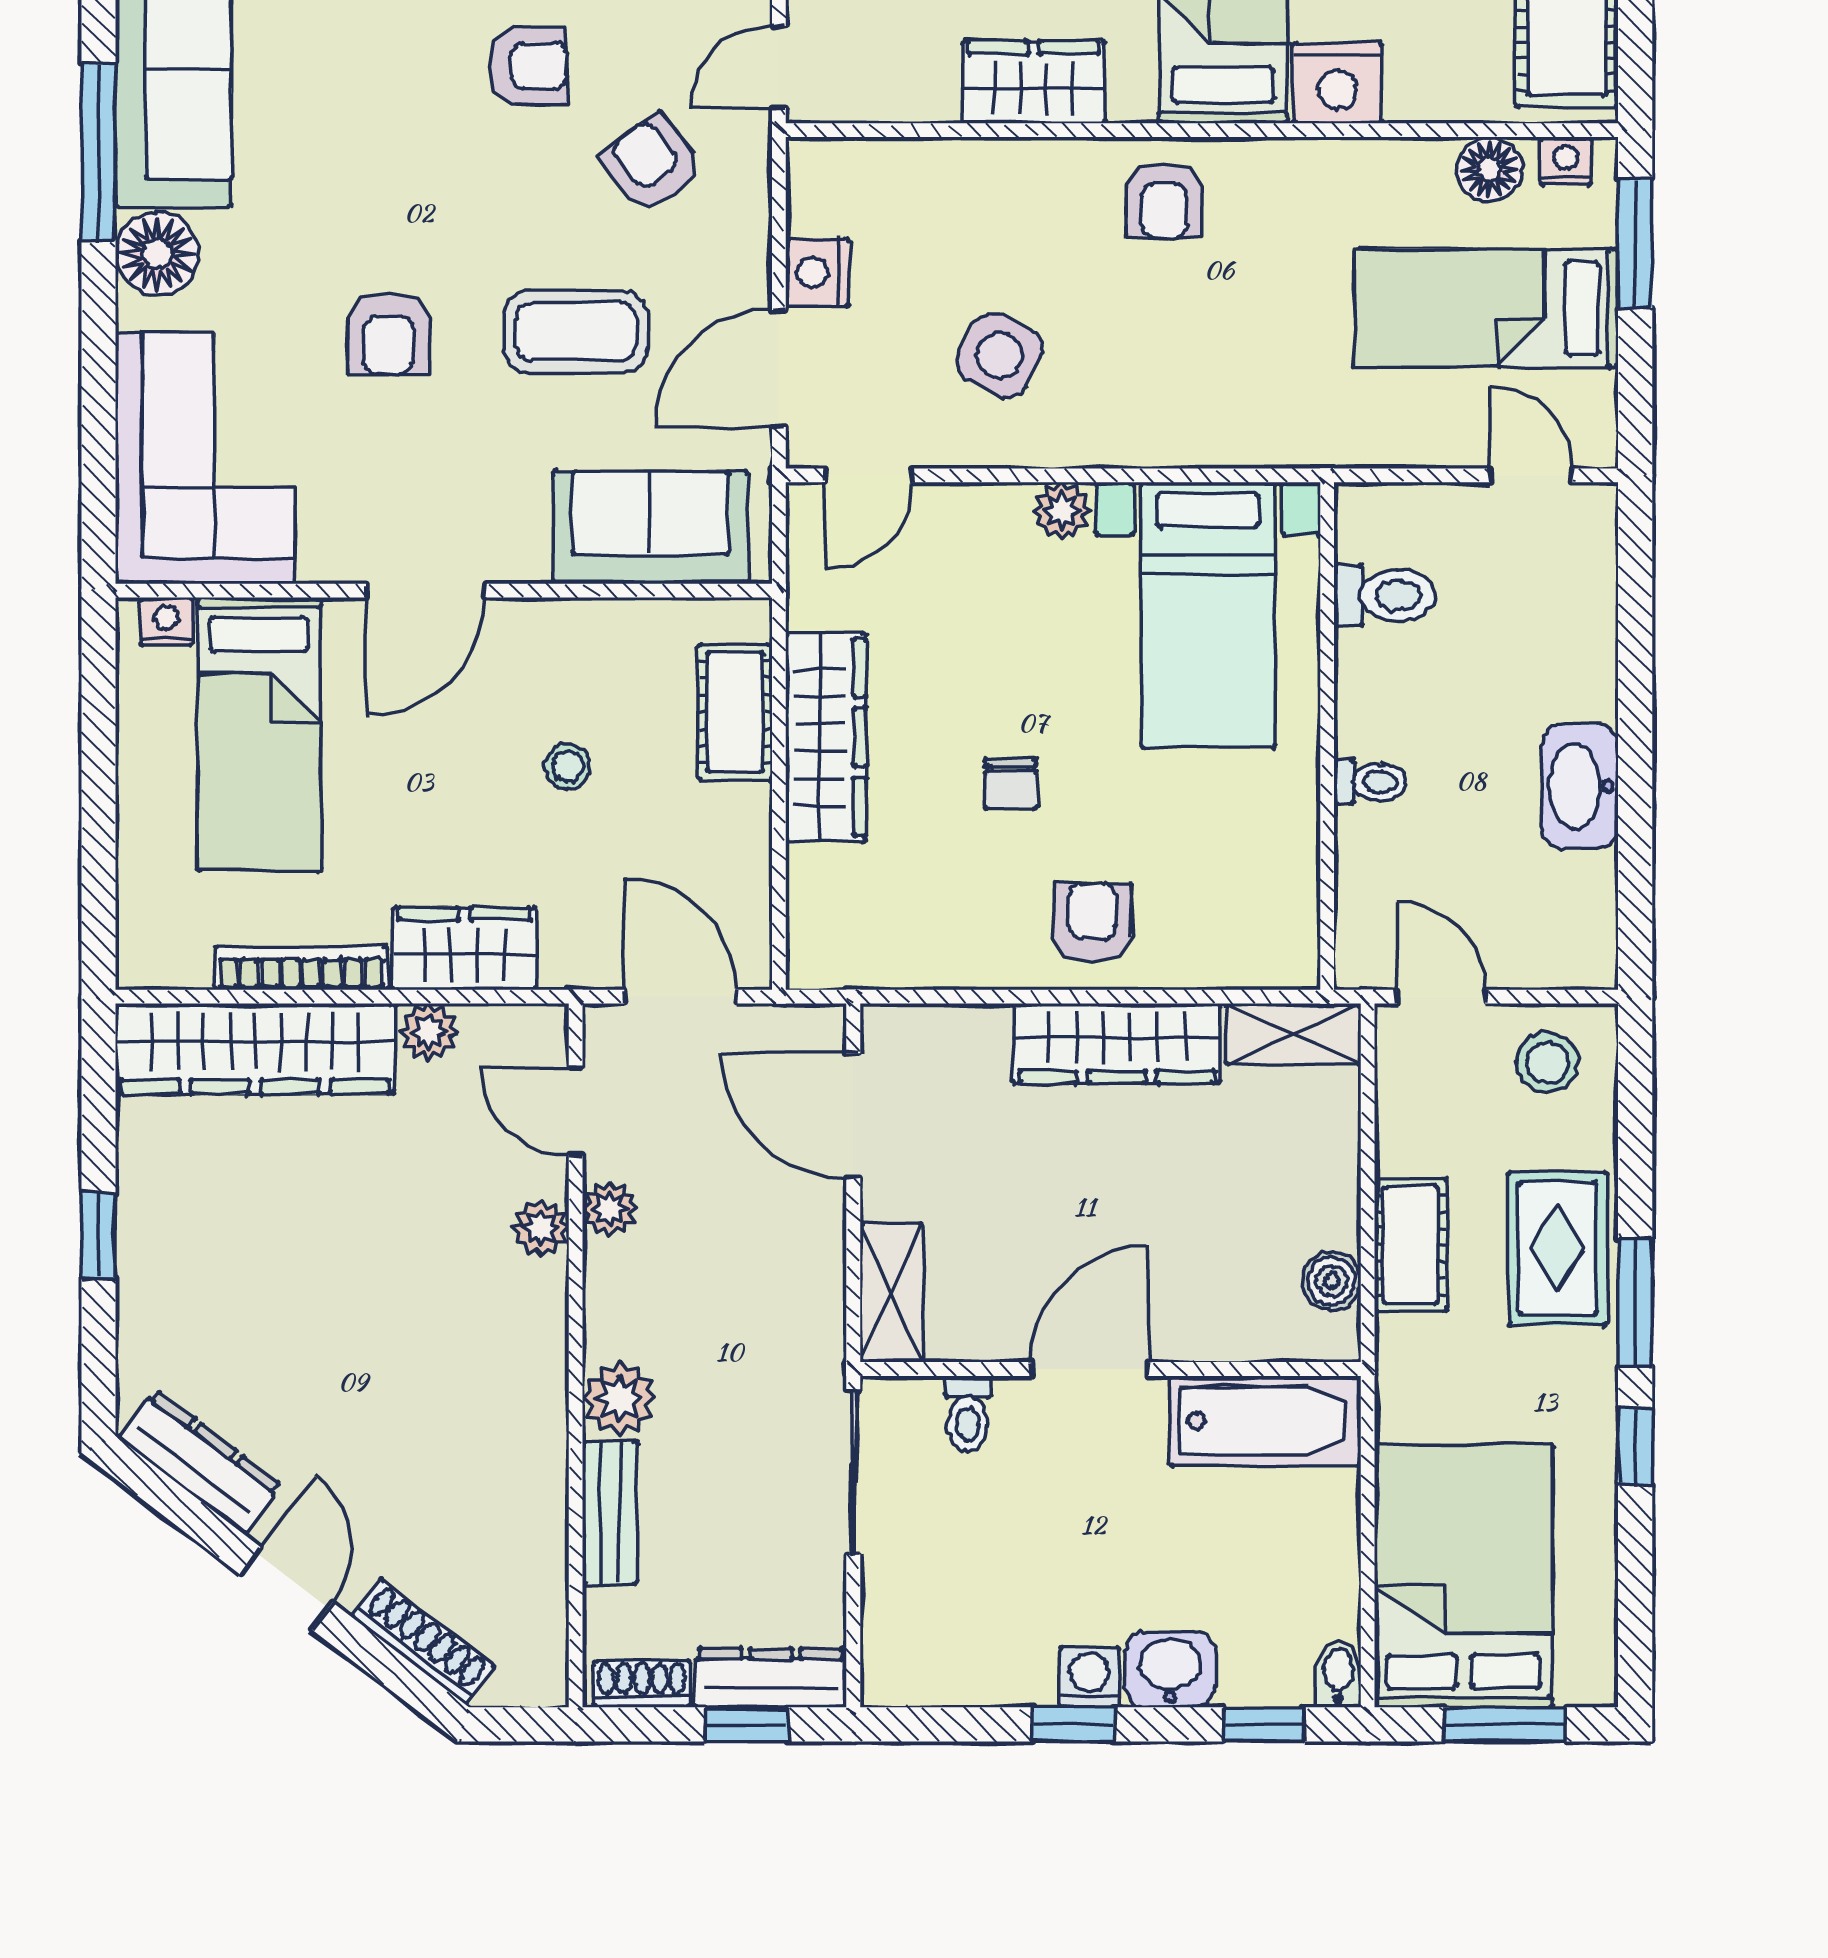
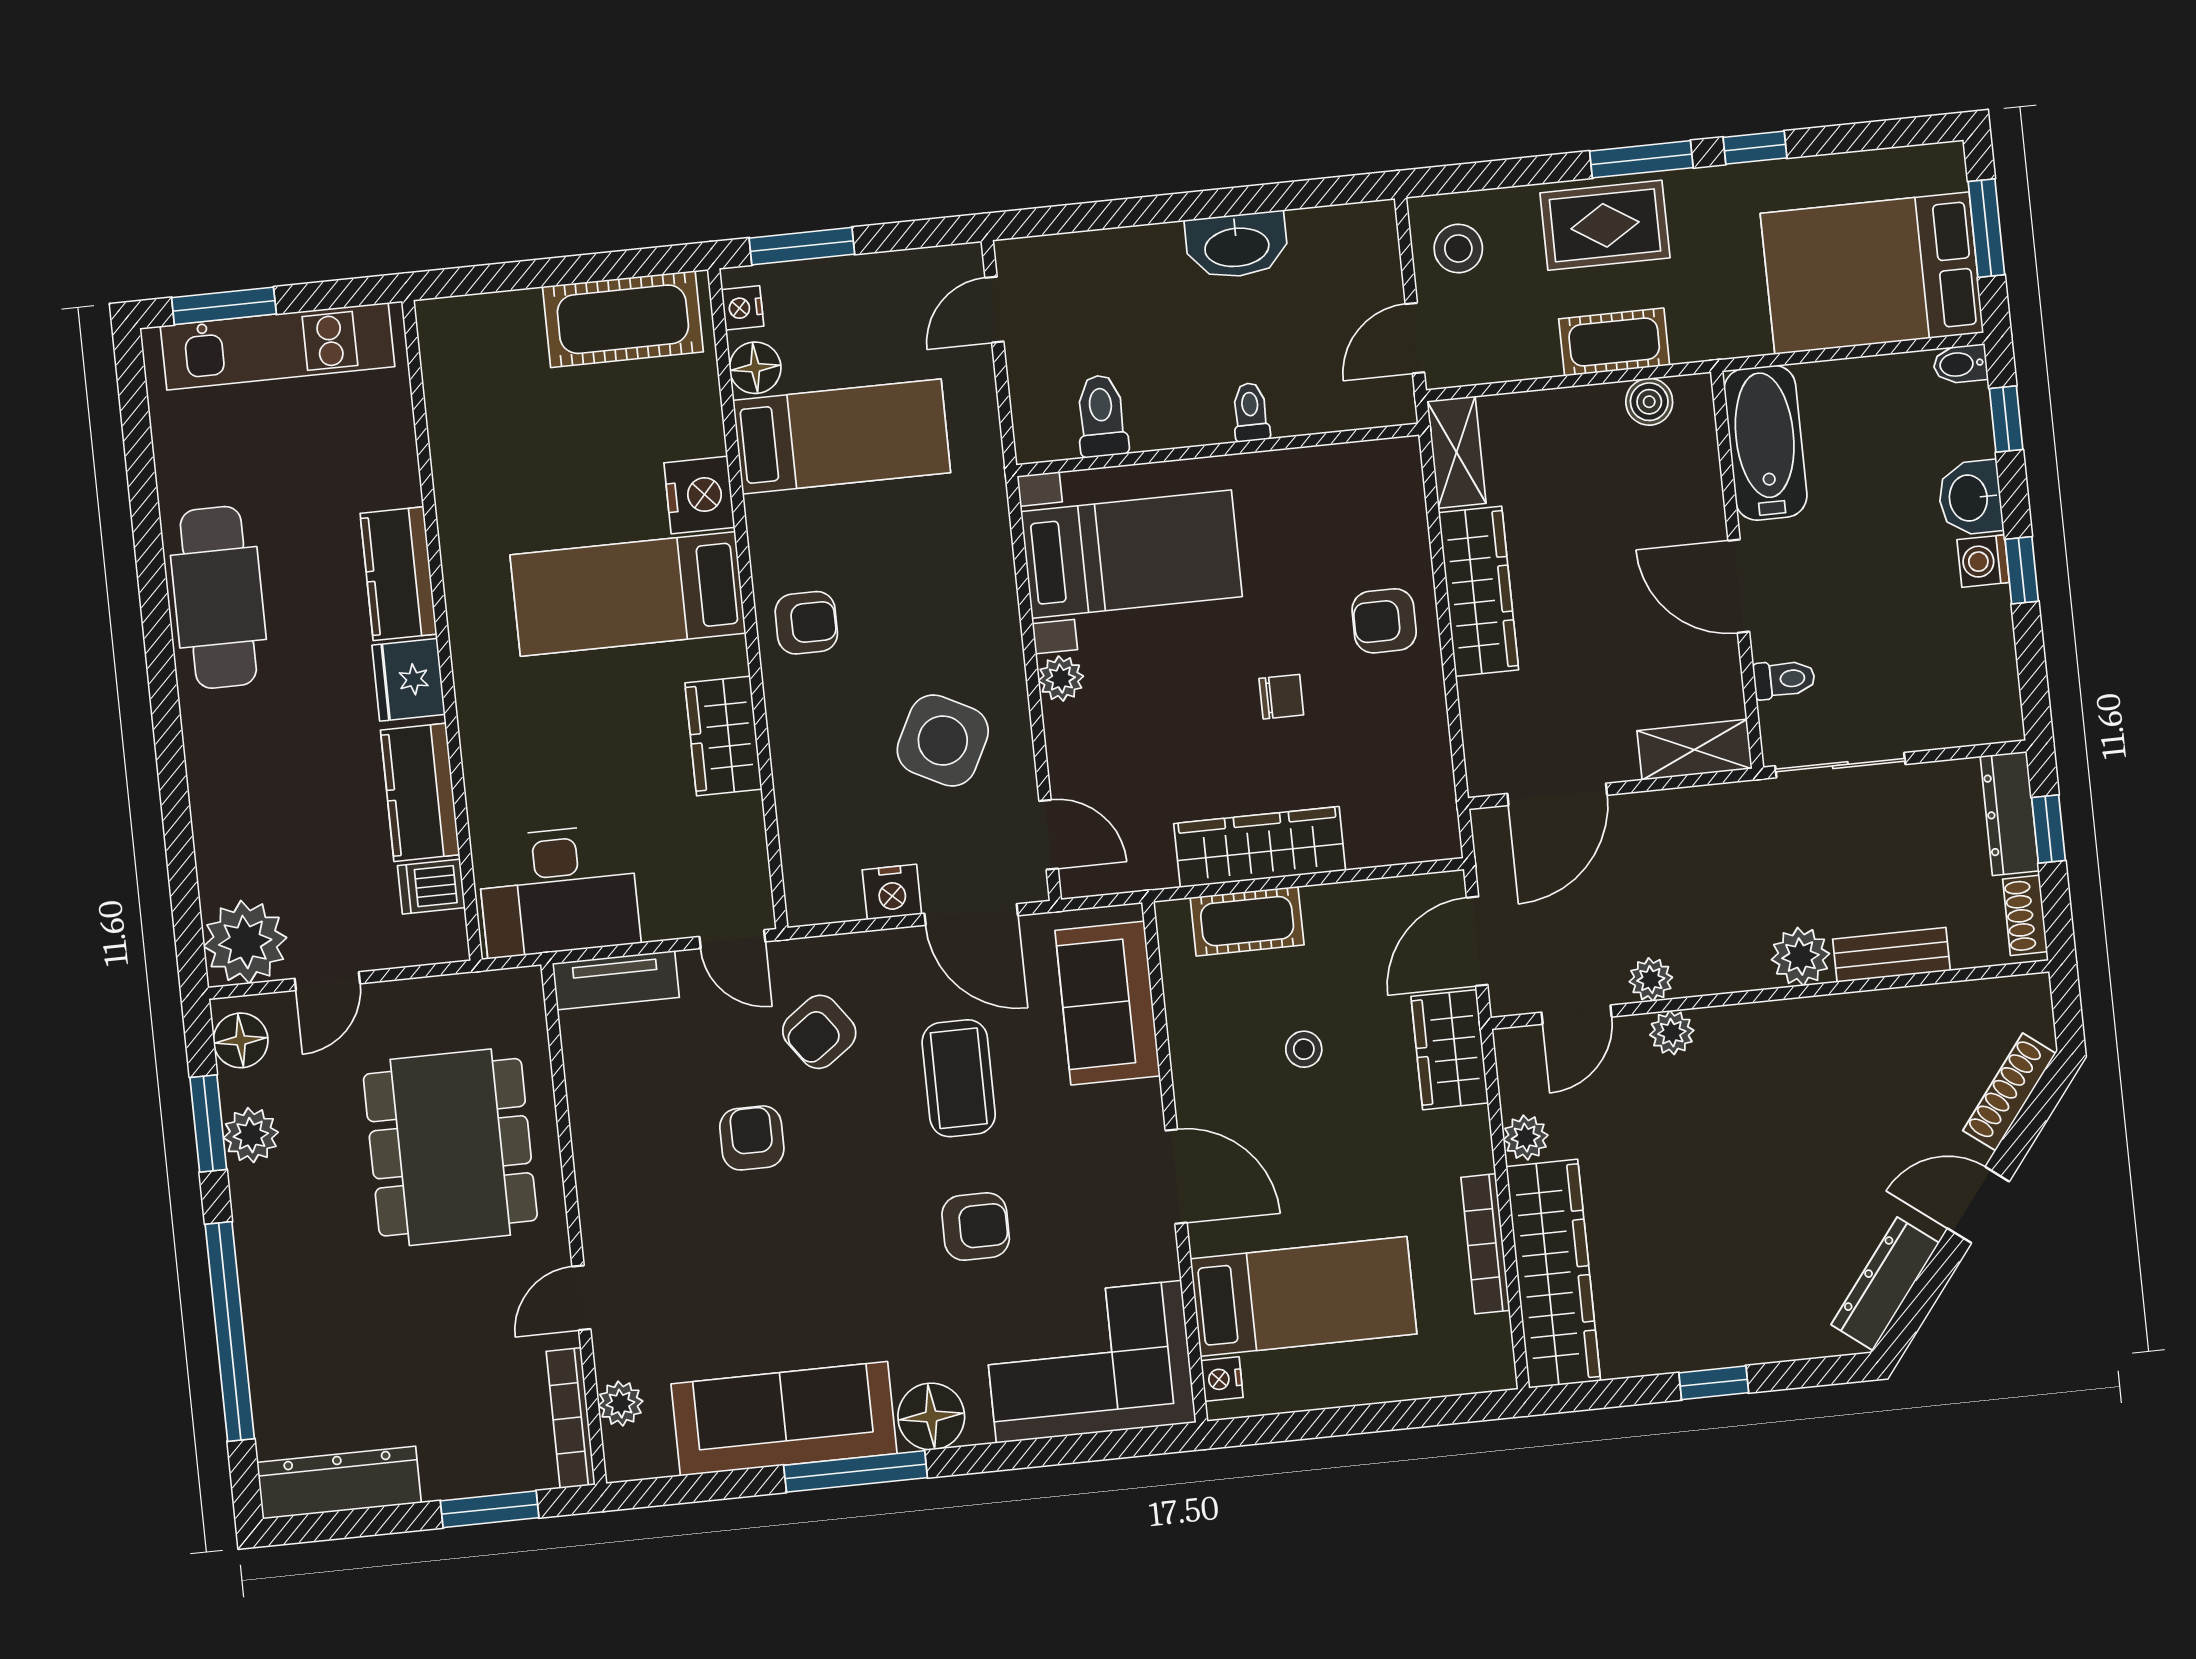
bed: (1487, 308) -> (842, 436), moved, turned -90
side table: (1000, 355) -> (943, 740), width x1.37, depth x1.37
wardrobe: (464, 948) -> (1450, 1050), moved

